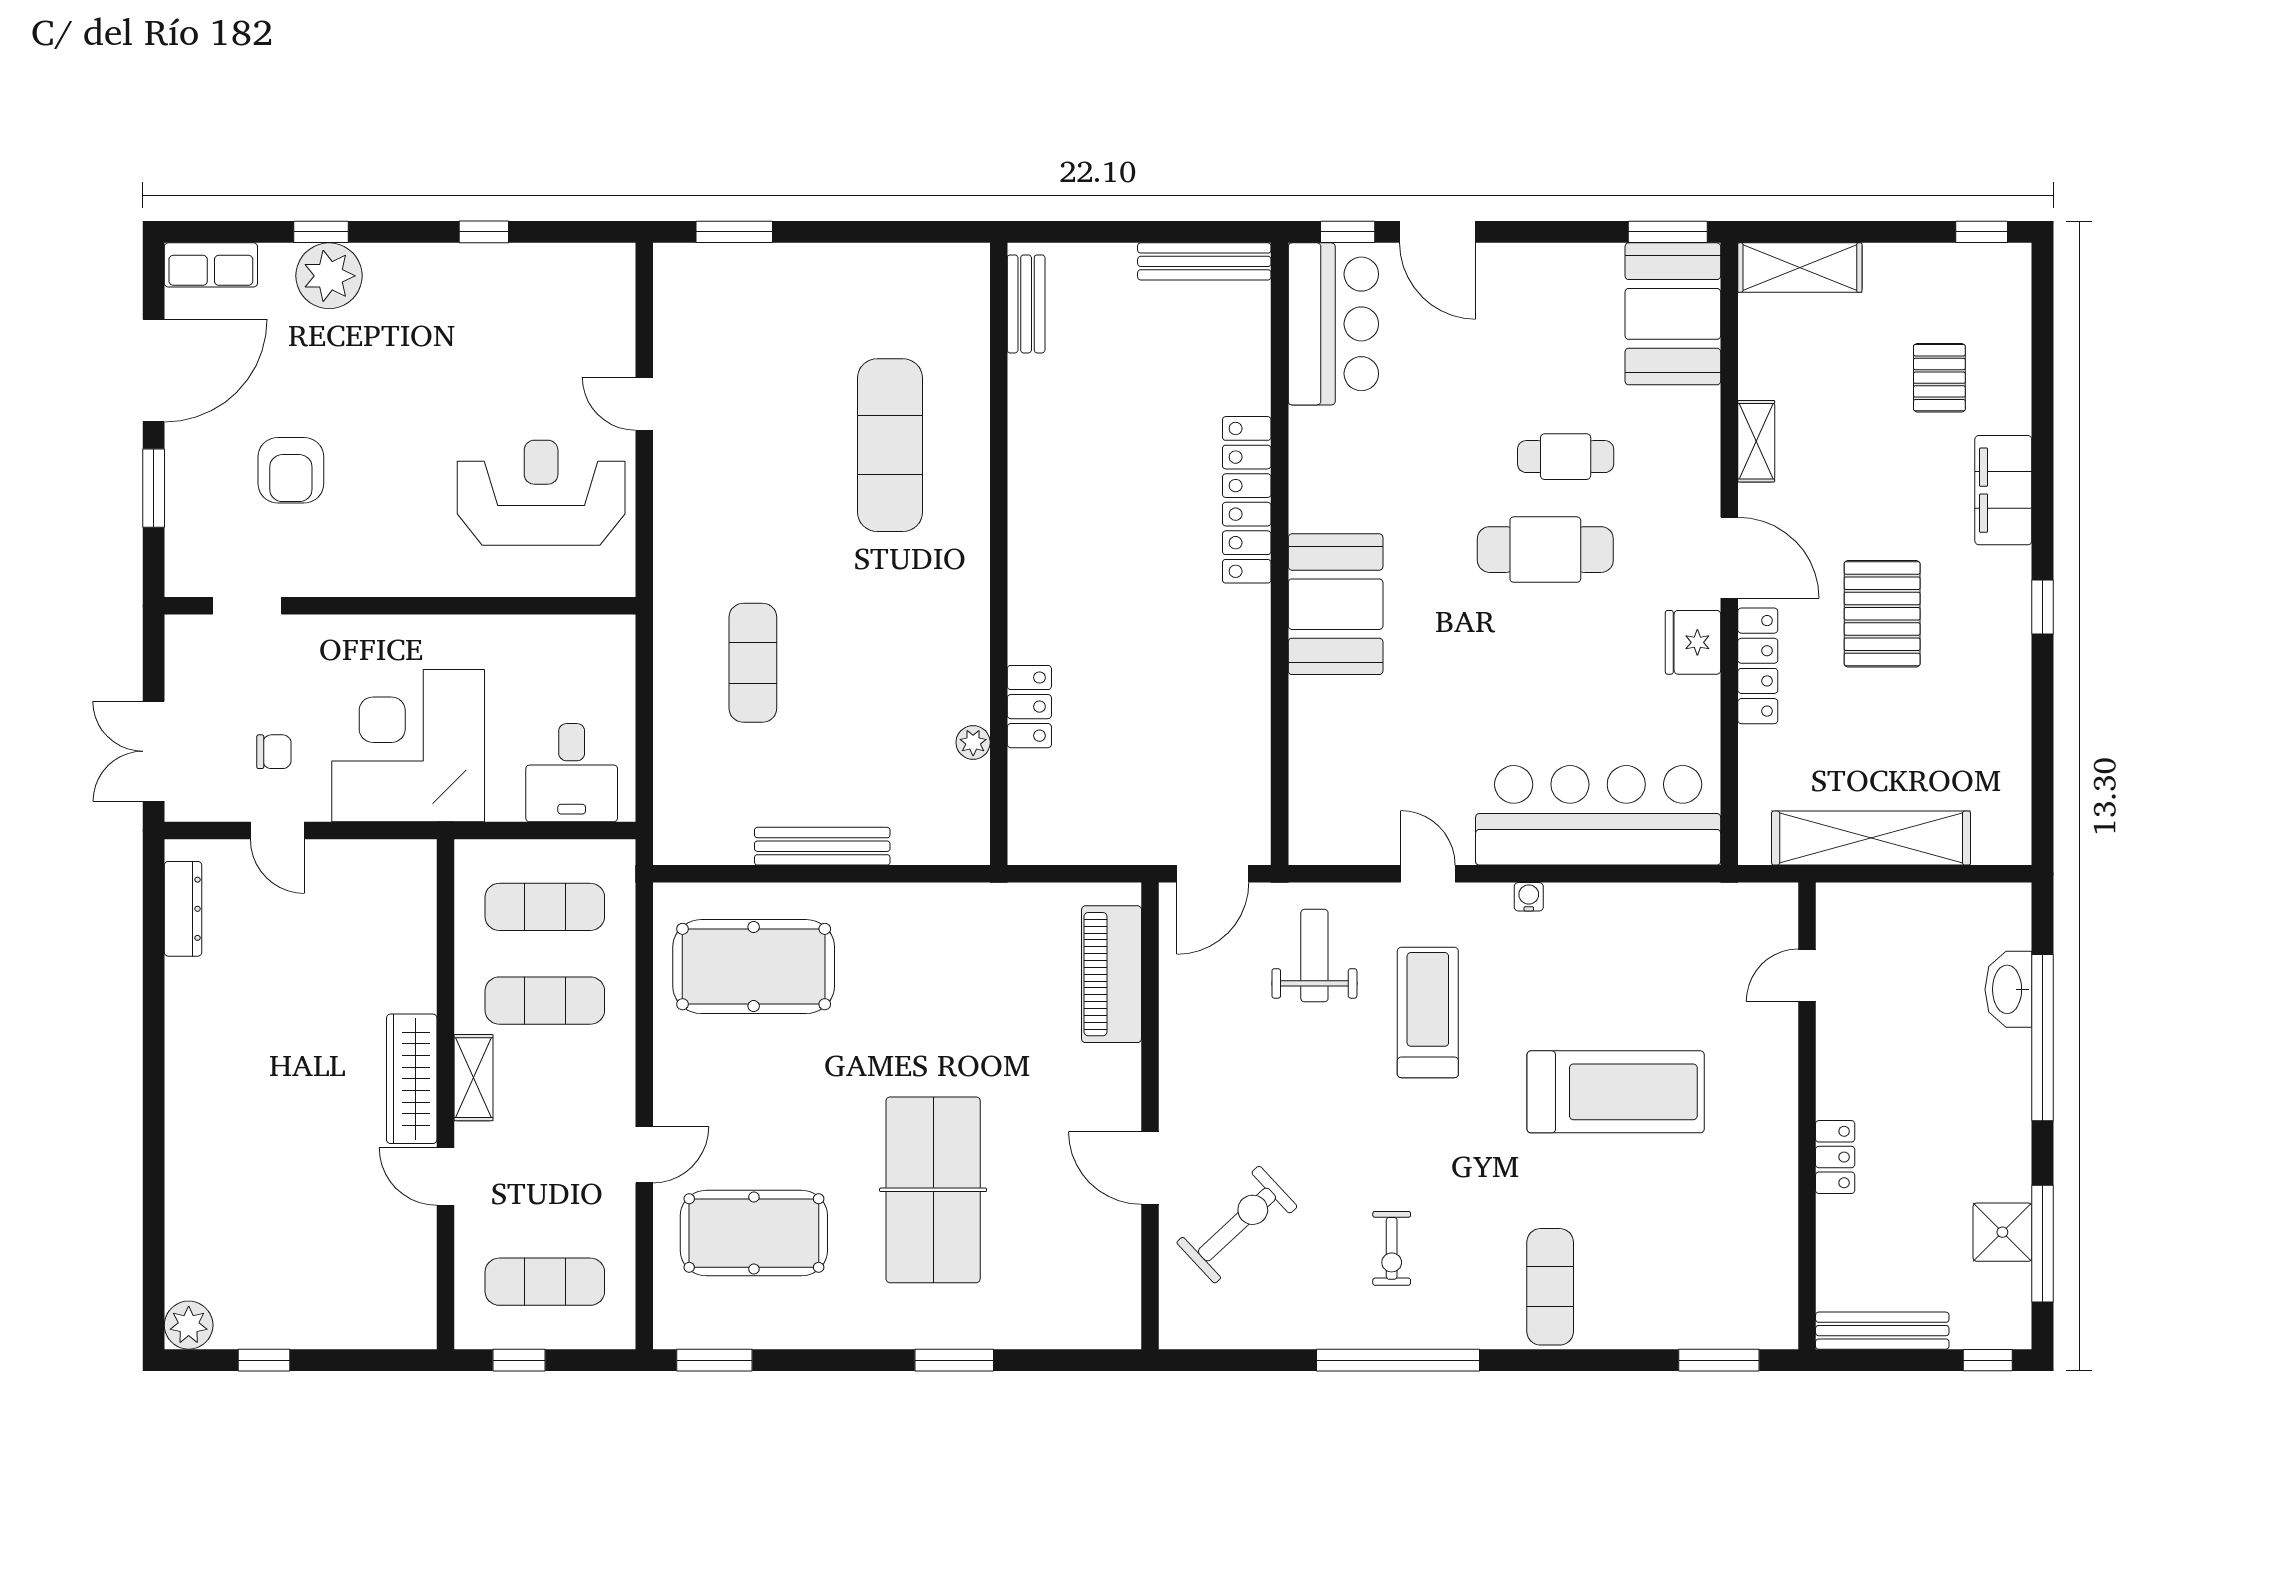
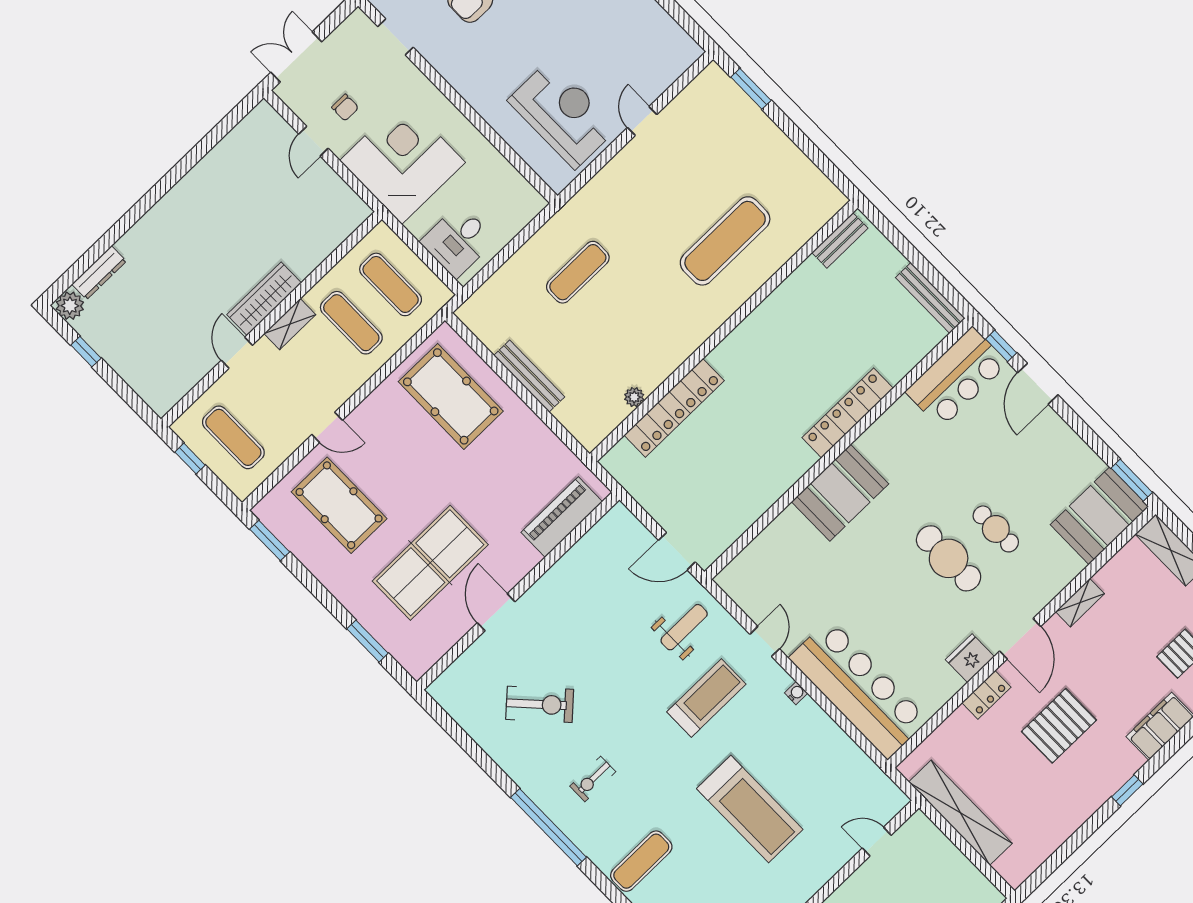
locker: (1758, 666) -> (986, 695), width x0.66
locker: (1029, 707) -> (674, 408), width x2.16, depth x1.21
dresser: (183, 909) -> (99, 273), moved
piano: (1112, 974) -> (562, 517), moved
wall: (1150, 1116) -> (518, 591), moved
door: (1150, 1168) -> (496, 612), moved

